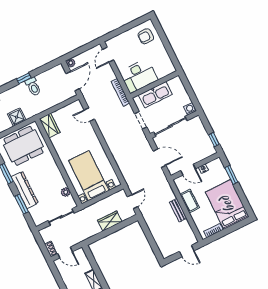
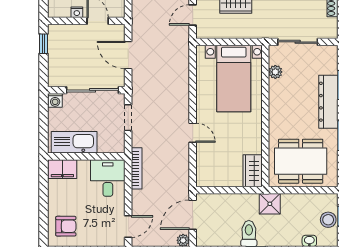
filing cabinet: (165, 70) -> (62, 169), added
desk: (139, 76) -> (108, 178), width x0.73
kitchen sink: (155, 95) -> (74, 142), moved
door: (89, 115) -> (193, 133), moved
shower: (17, 117) -> (270, 204), moved

